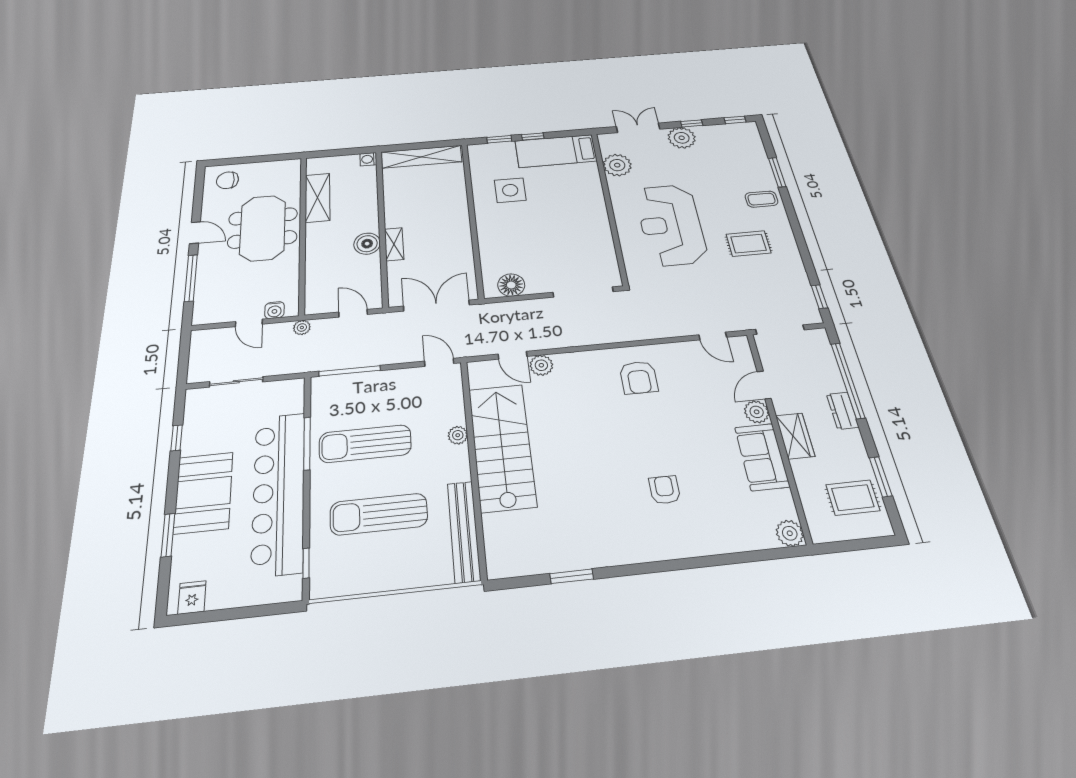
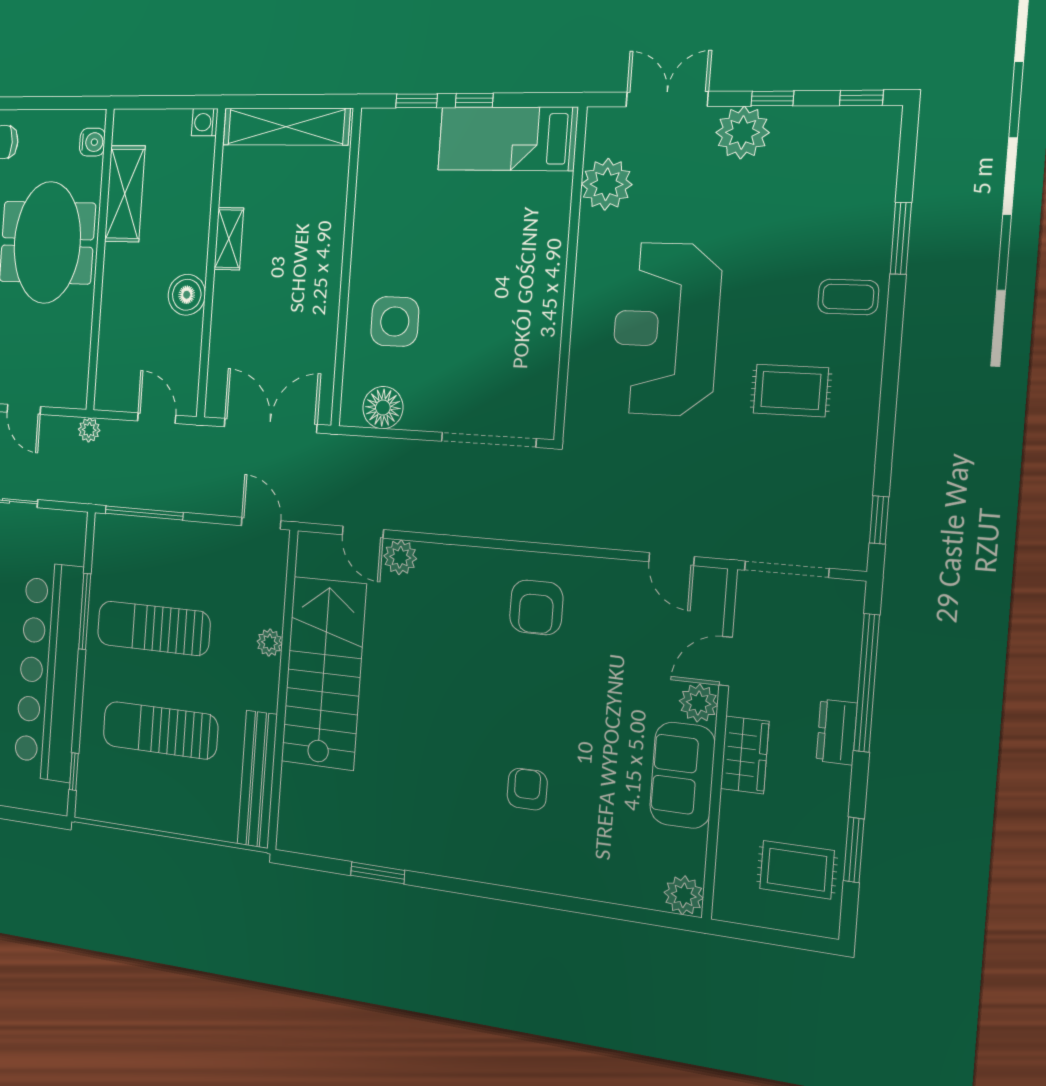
side table: (510, 190) -> (395, 322), moved
shelving: (394, 244) -> (229, 239), moved
water cooler: (274, 310) -> (92, 142), moved, turned -90

